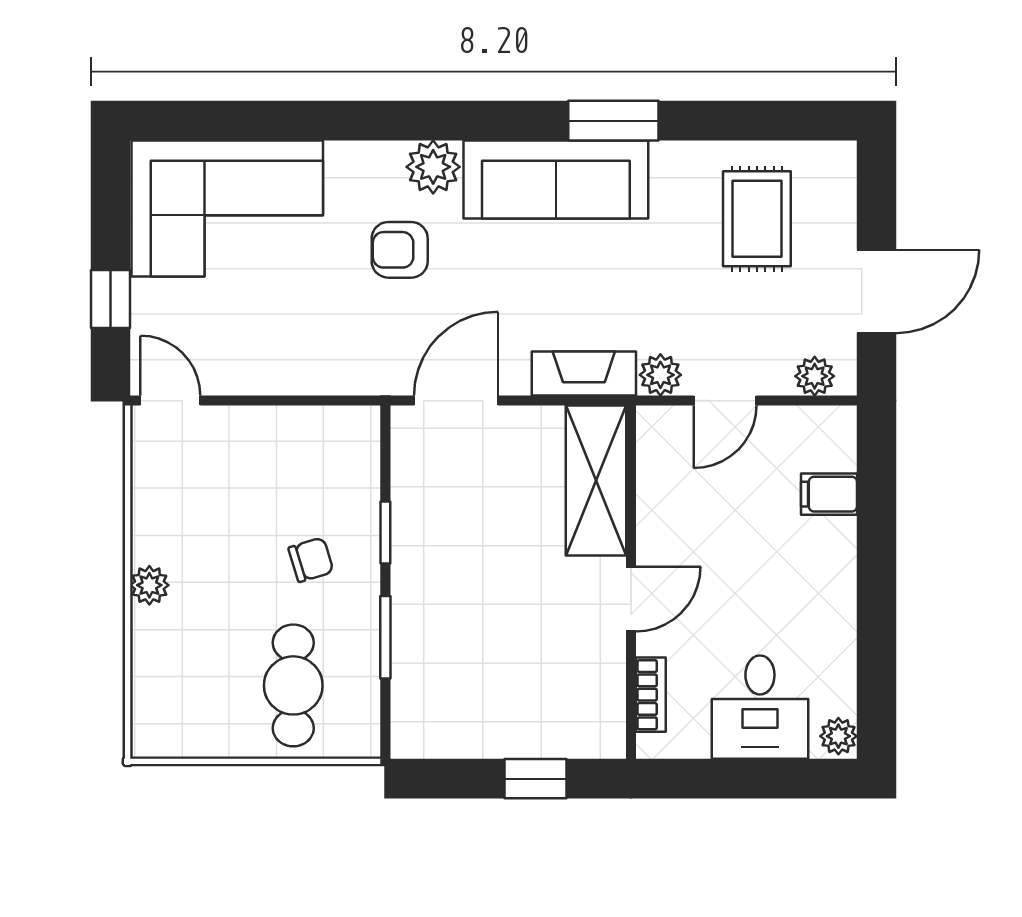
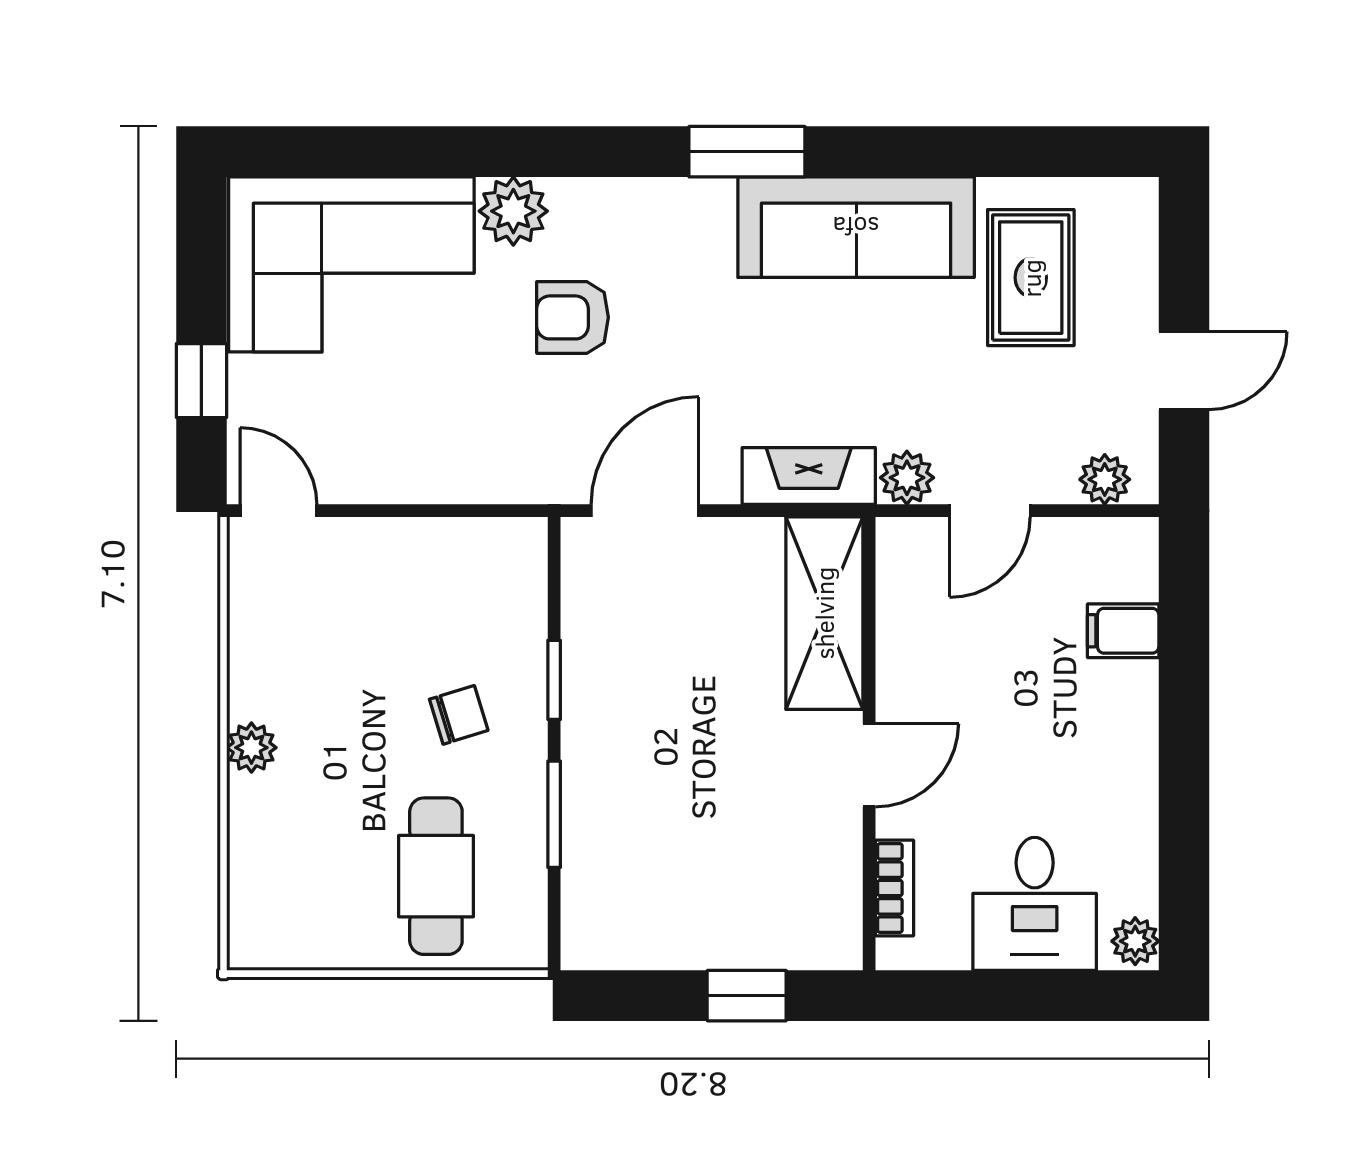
window: (613, 121) -> (747, 152), moved
plant: (433, 167) -> (513, 211), moved
sofa: (556, 179) -> (856, 227), moved
door: (876, 291) -> (1184, 371), width x0.73

